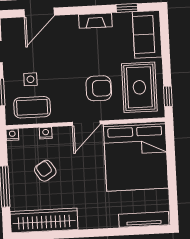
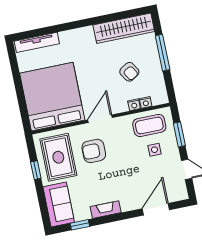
window: (168, 96) -> (36, 170), moved
nightstand: (12, 135) -> (146, 102), moved

